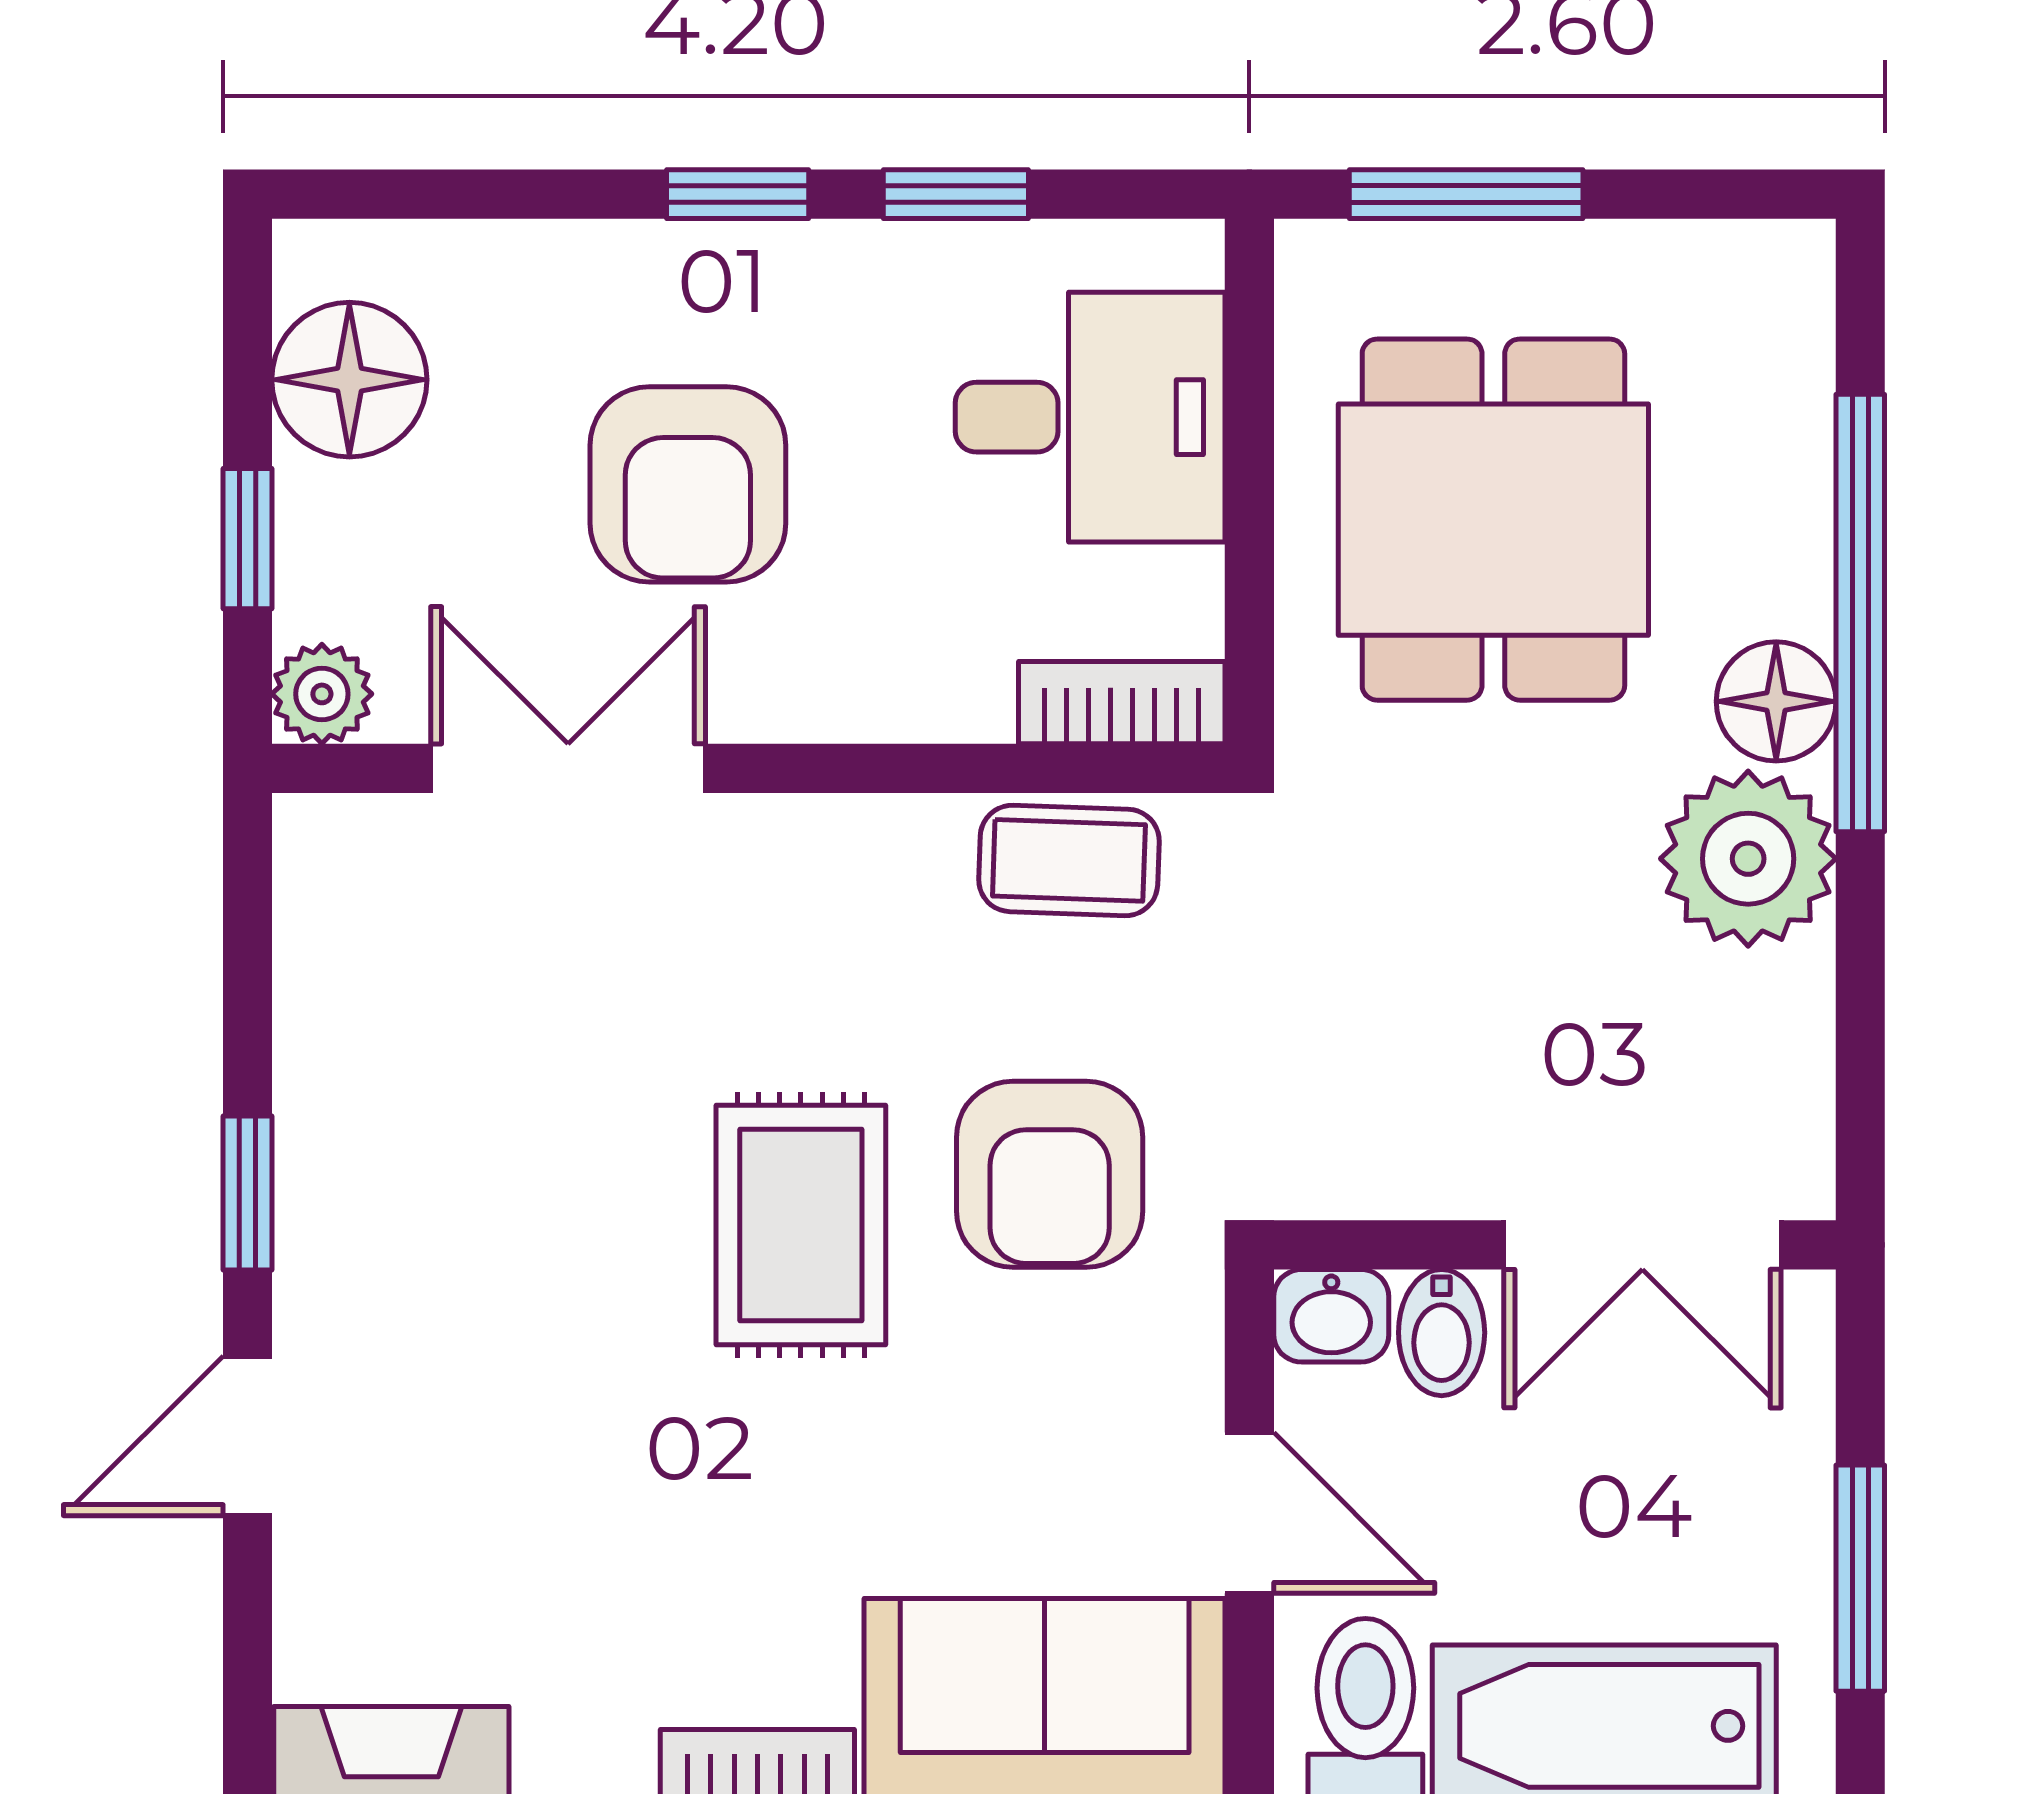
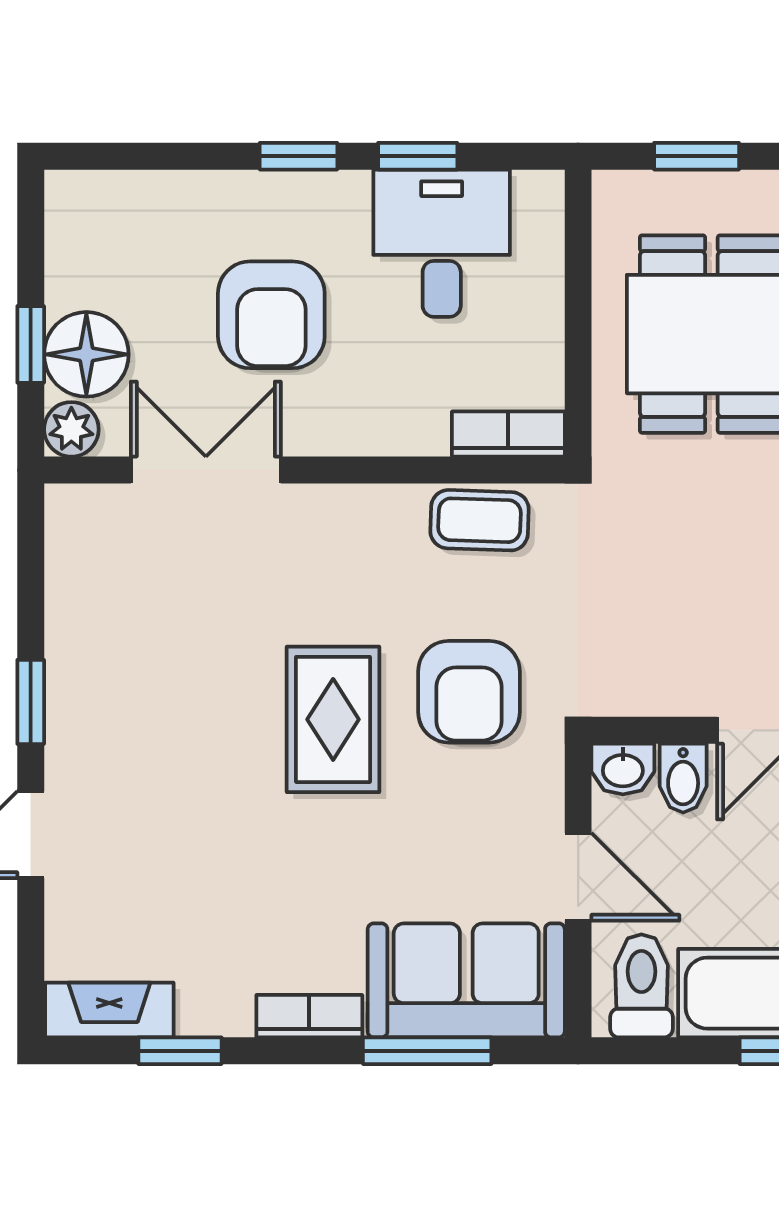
window: (1466, 194) -> (697, 156), width x0.67
floor lamp: (349, 380) -> (86, 354), moved
desk: (1090, 417) -> (442, 243), moved, turned -90

